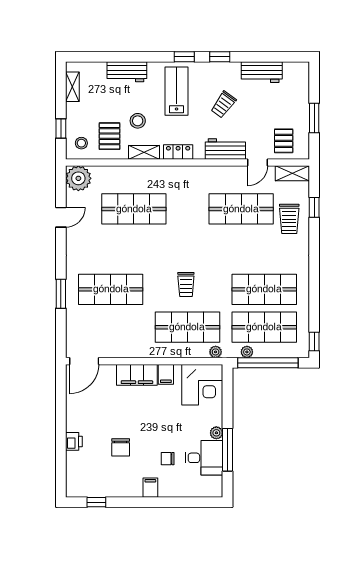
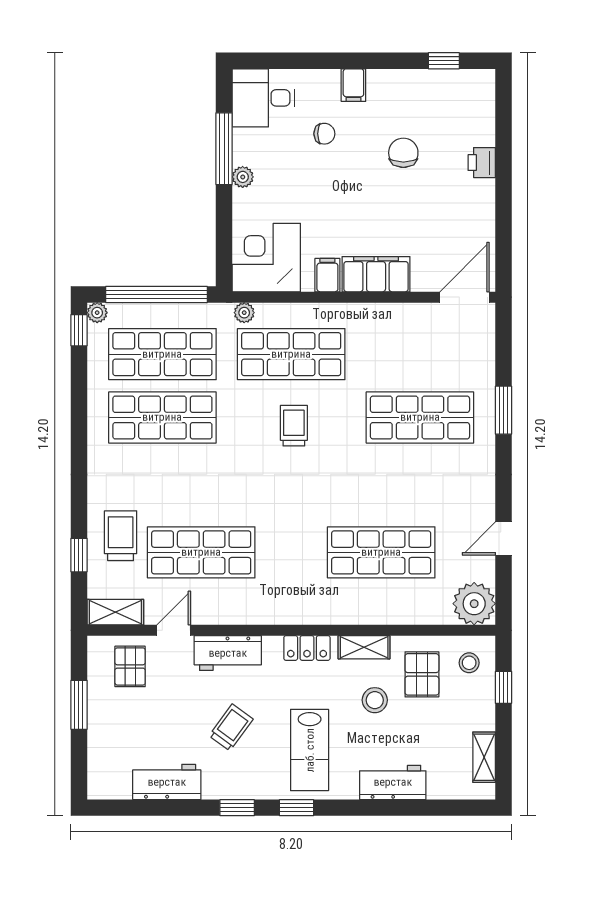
plant: (247, 352) -> (97, 313), moved
desk: (204, 458) -> (263, 98), moved

